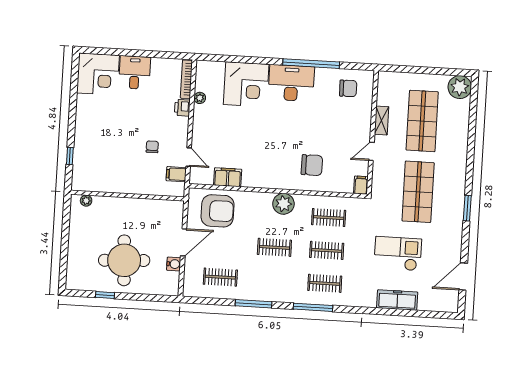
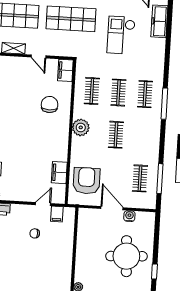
filing cabinet: (361, 185) -> (65, 70), width x2.00
freezer: (397, 300) -> (159, 21), moved
window: (254, 304) -> (160, 179), moved

